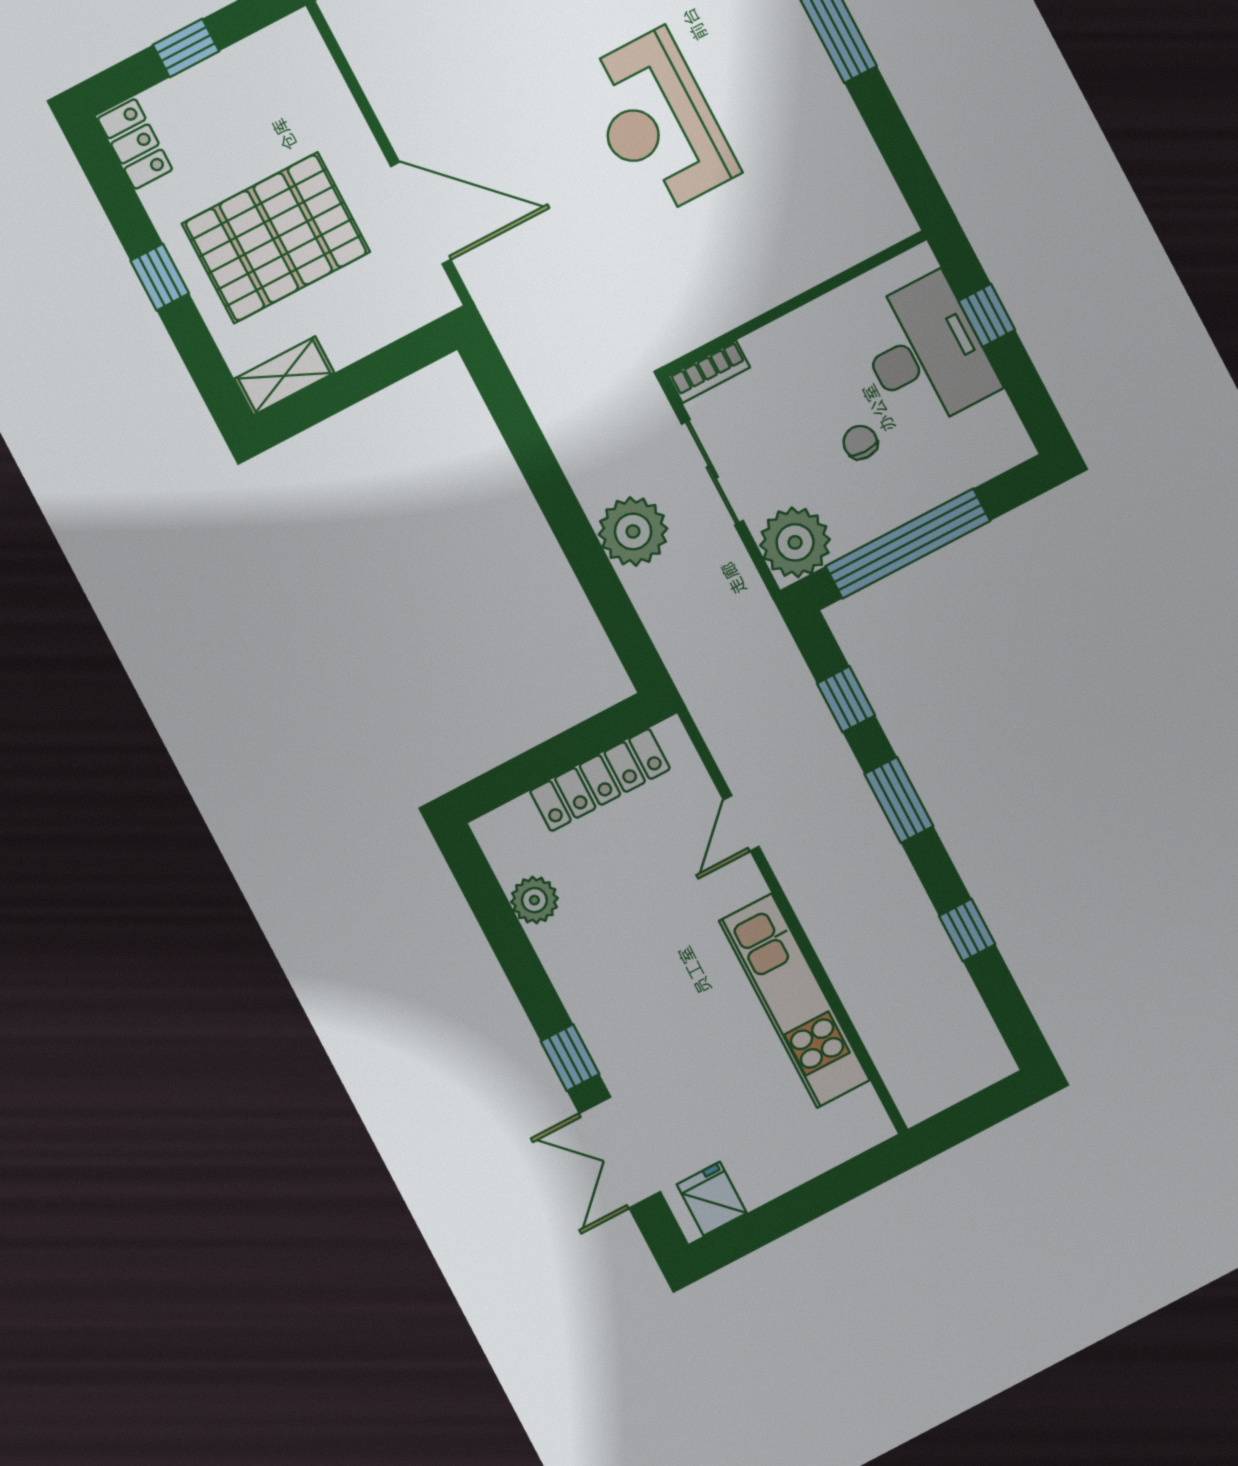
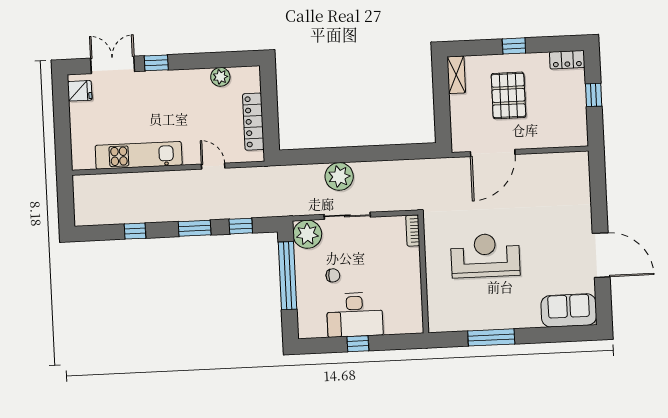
pallet: (276, 238) -> (508, 95), width x0.73, depth x0.71
wall: (795, 303) -> (423, 274), moved
bookcase: (709, 372) -> (413, 231), moved

